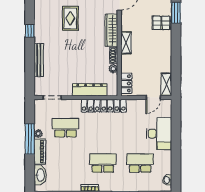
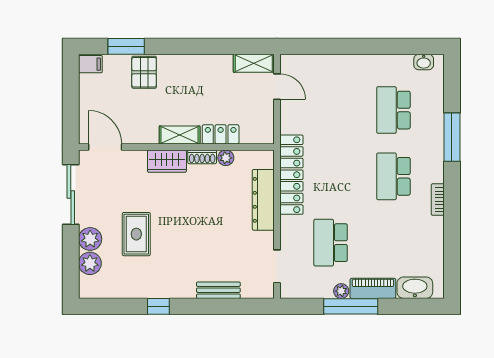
rug: (70, 18) -> (136, 234), turned 90
wardrobe: (111, 30) -> (167, 161), width x0.67
bench: (39, 60) -> (218, 290), width x0.73
locker: (126, 83) -> (221, 134), moved
desk: (159, 134) -> (341, 76), removed

